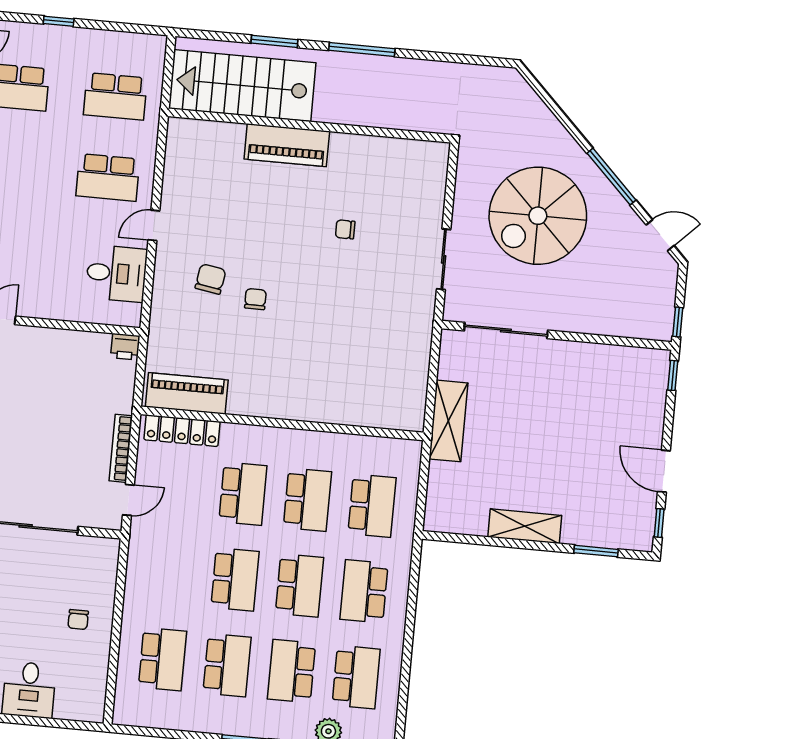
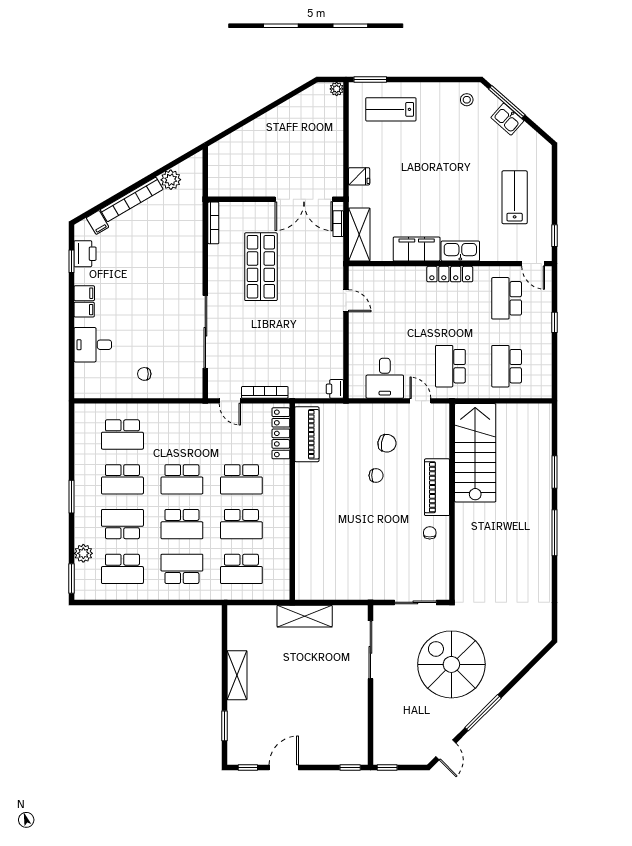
stairs: (242, 86) -> (475, 453), moved
wall: (310, 125) -> (452, 502), moved
piano: (287, 145) -> (437, 487), moved

